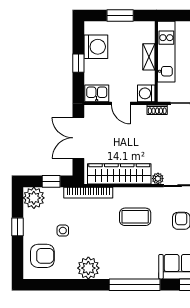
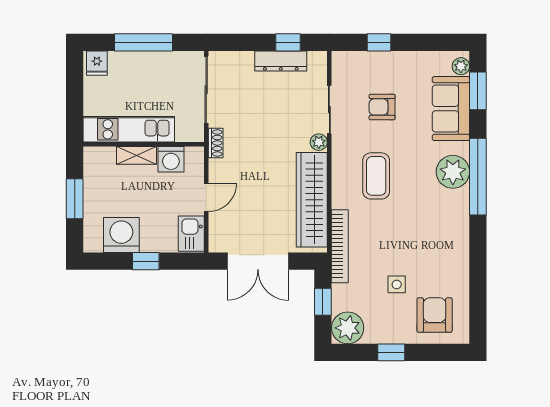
washing machine: (146, 93) -> (171, 159), moved
plant: (88, 268) -> (453, 172), moved

